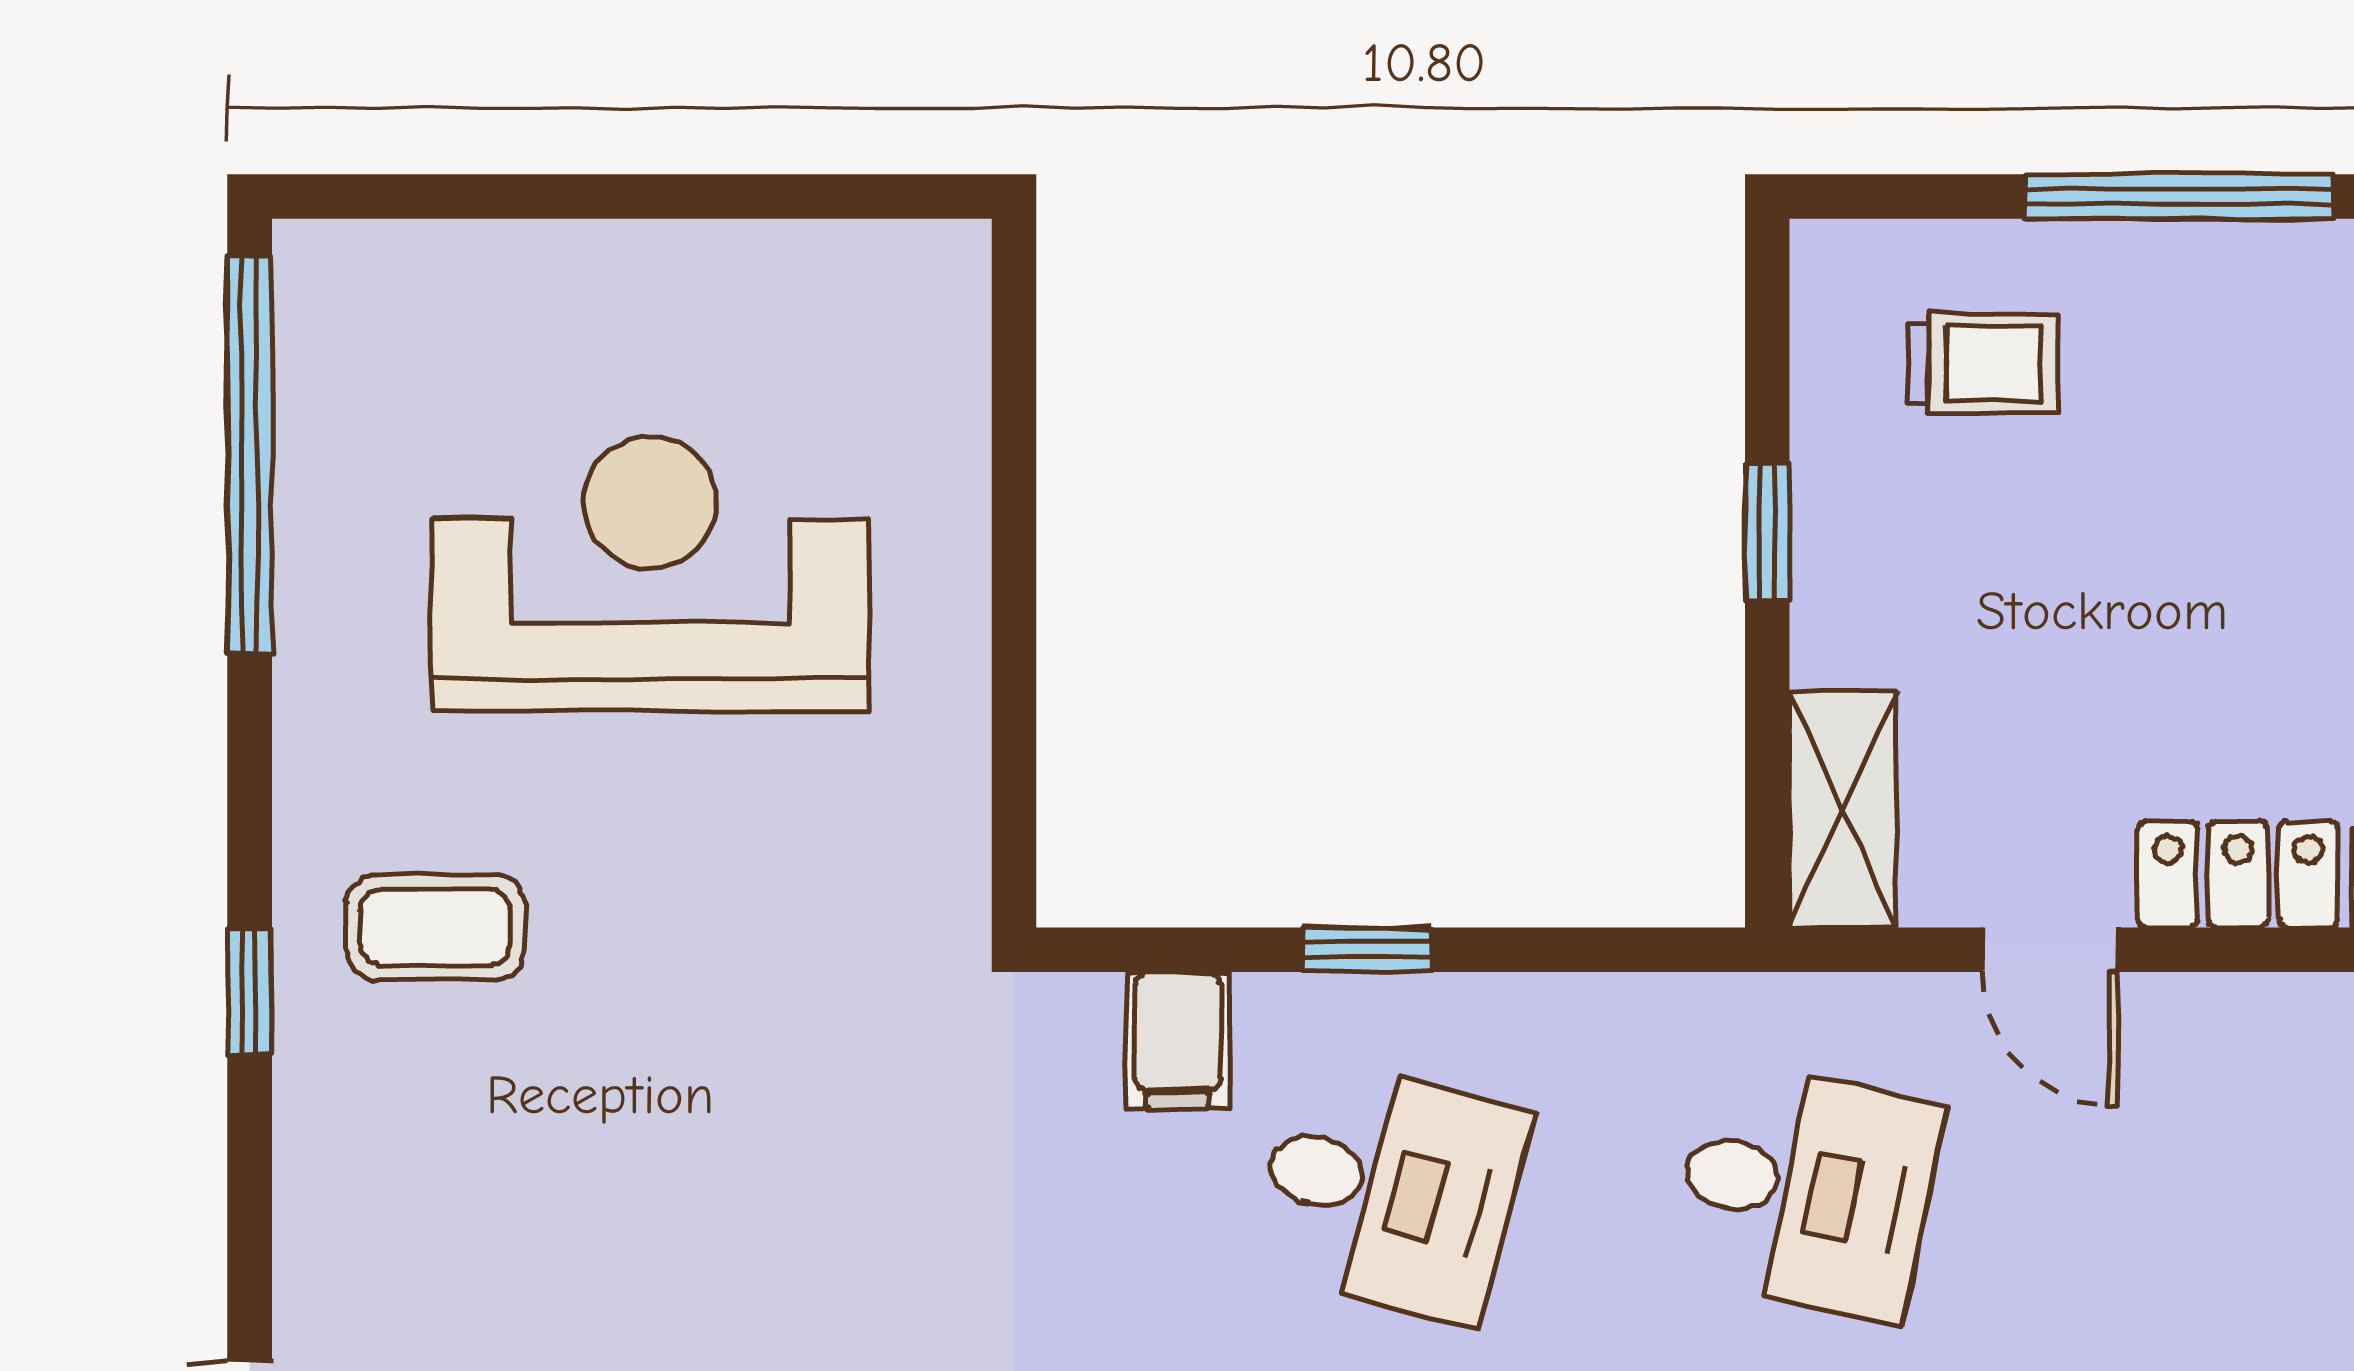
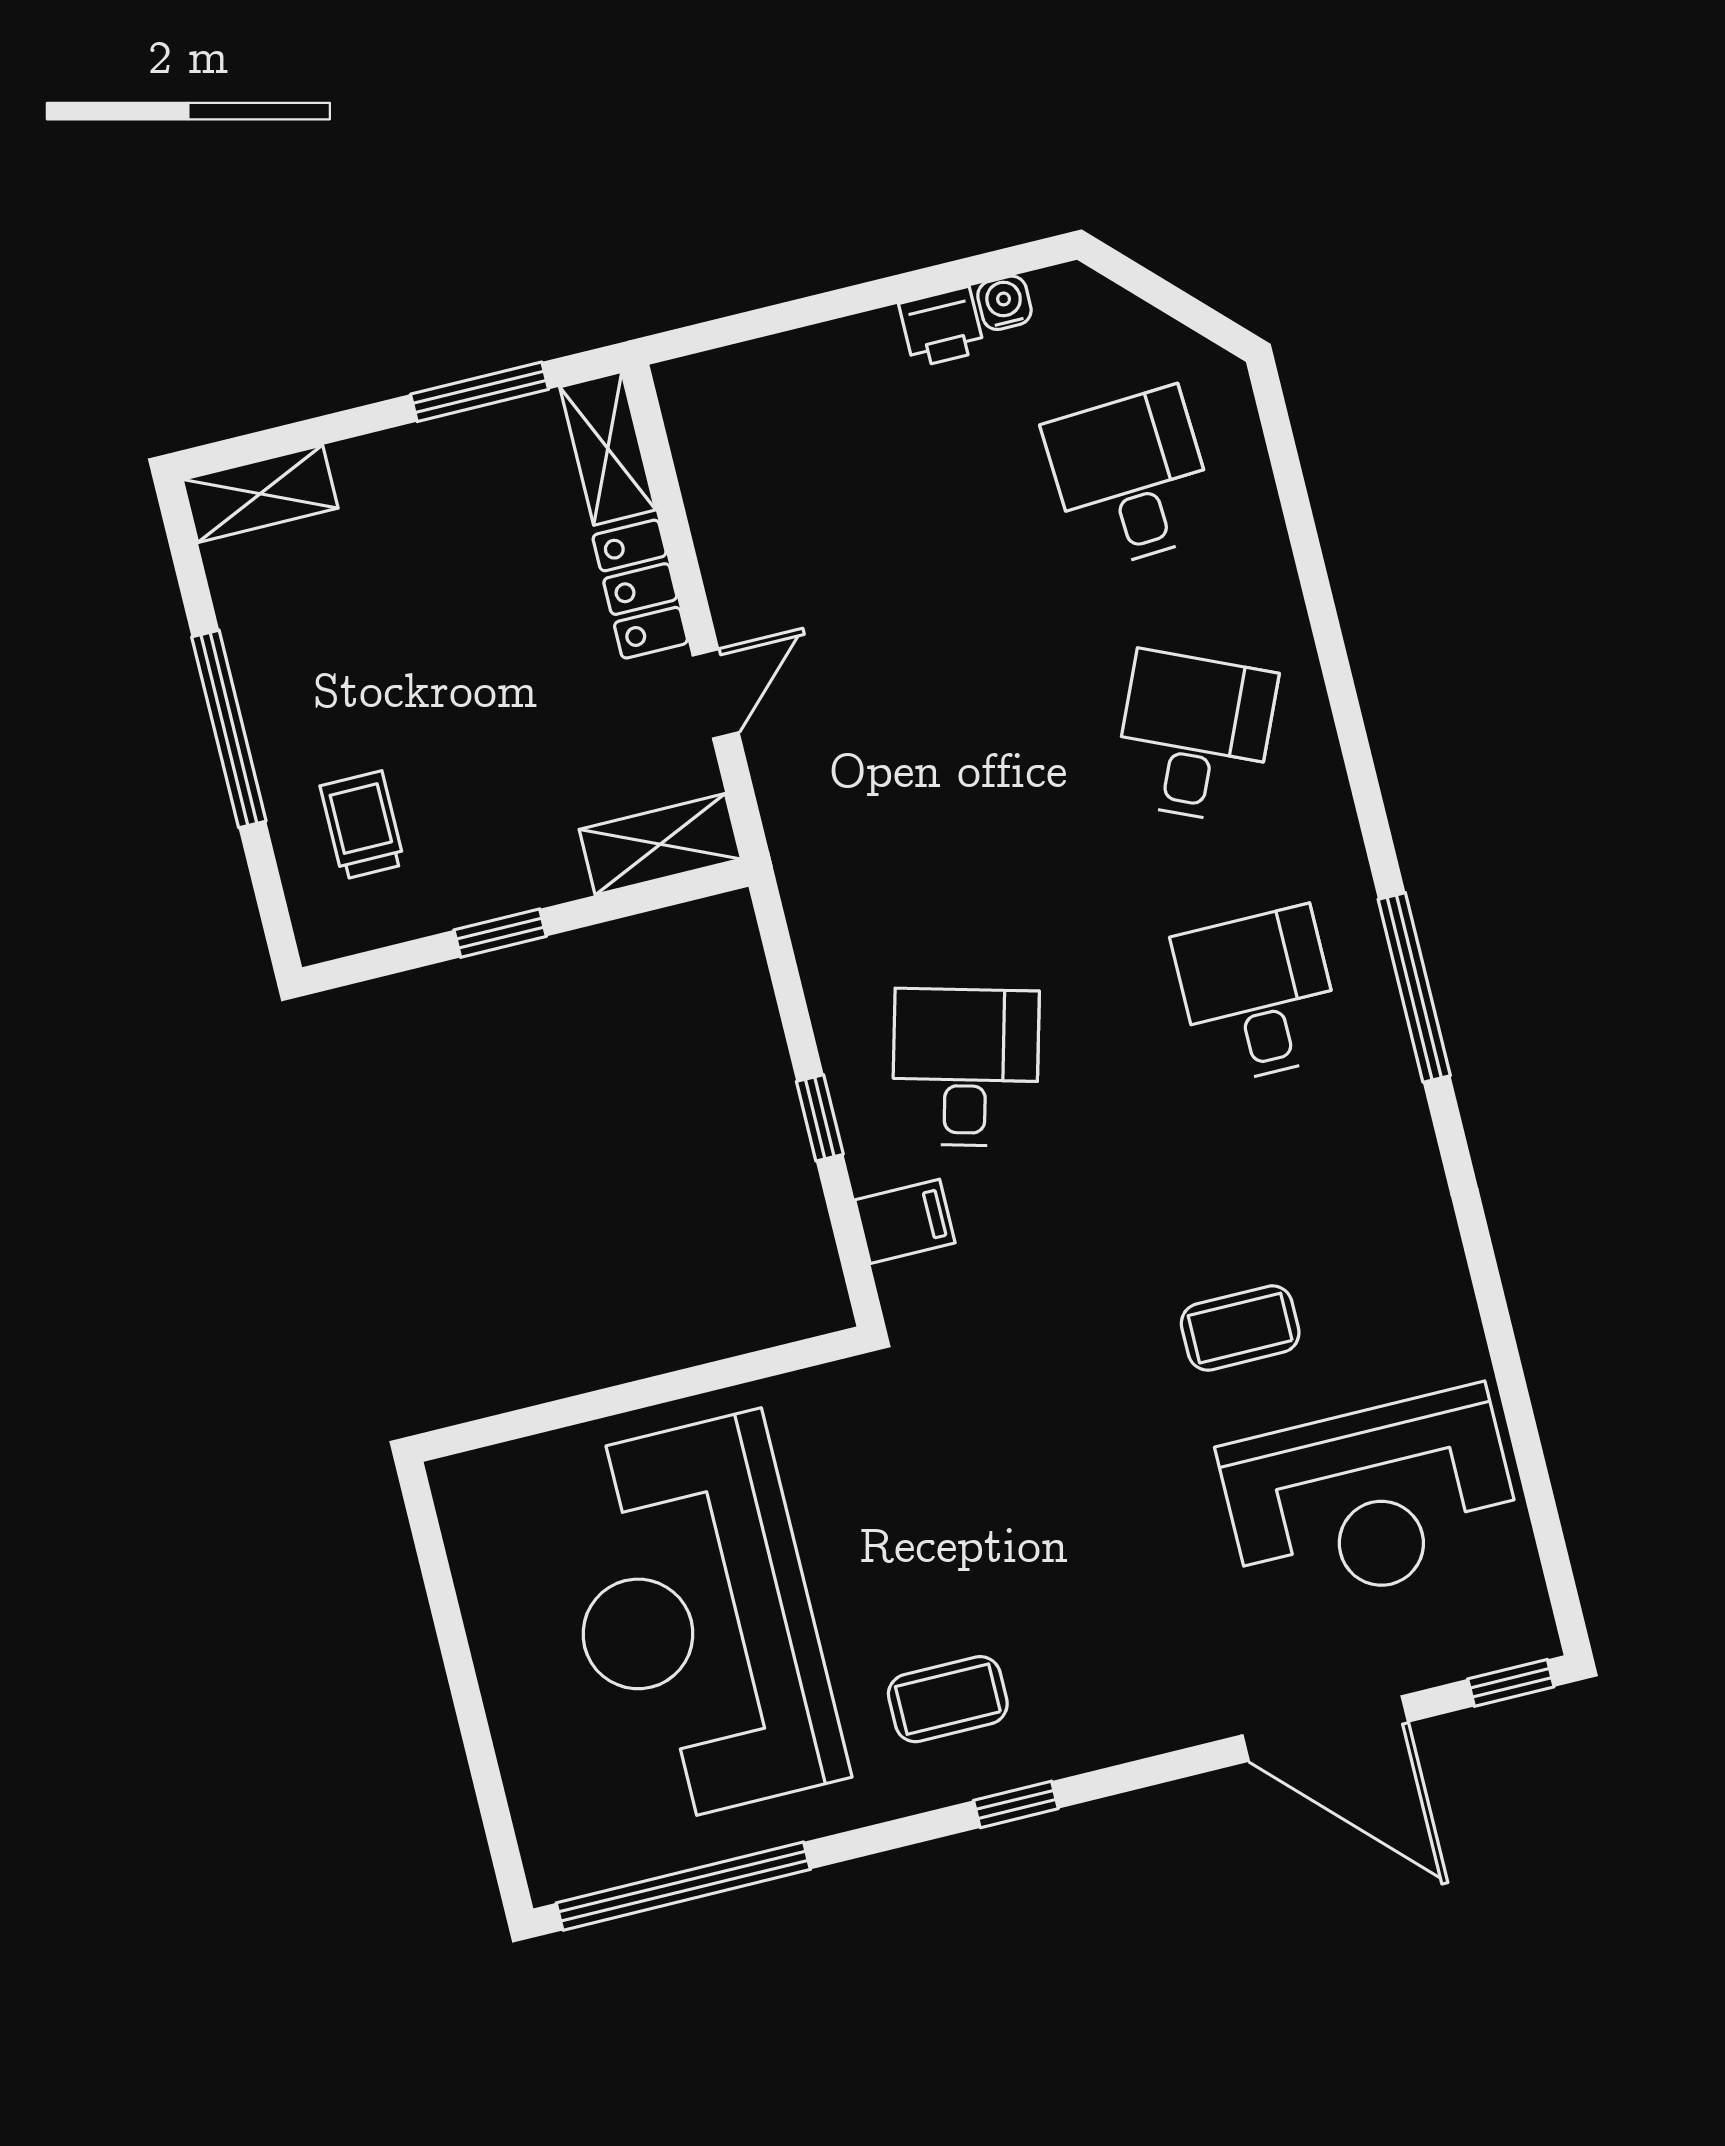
reception desk: (650, 574) -> (696, 1620), width x1.36, depth x1.30
coffee table: (435, 927) -> (948, 1699), turned 90
desk: (1806, 1190) -> (902, 809), removed

